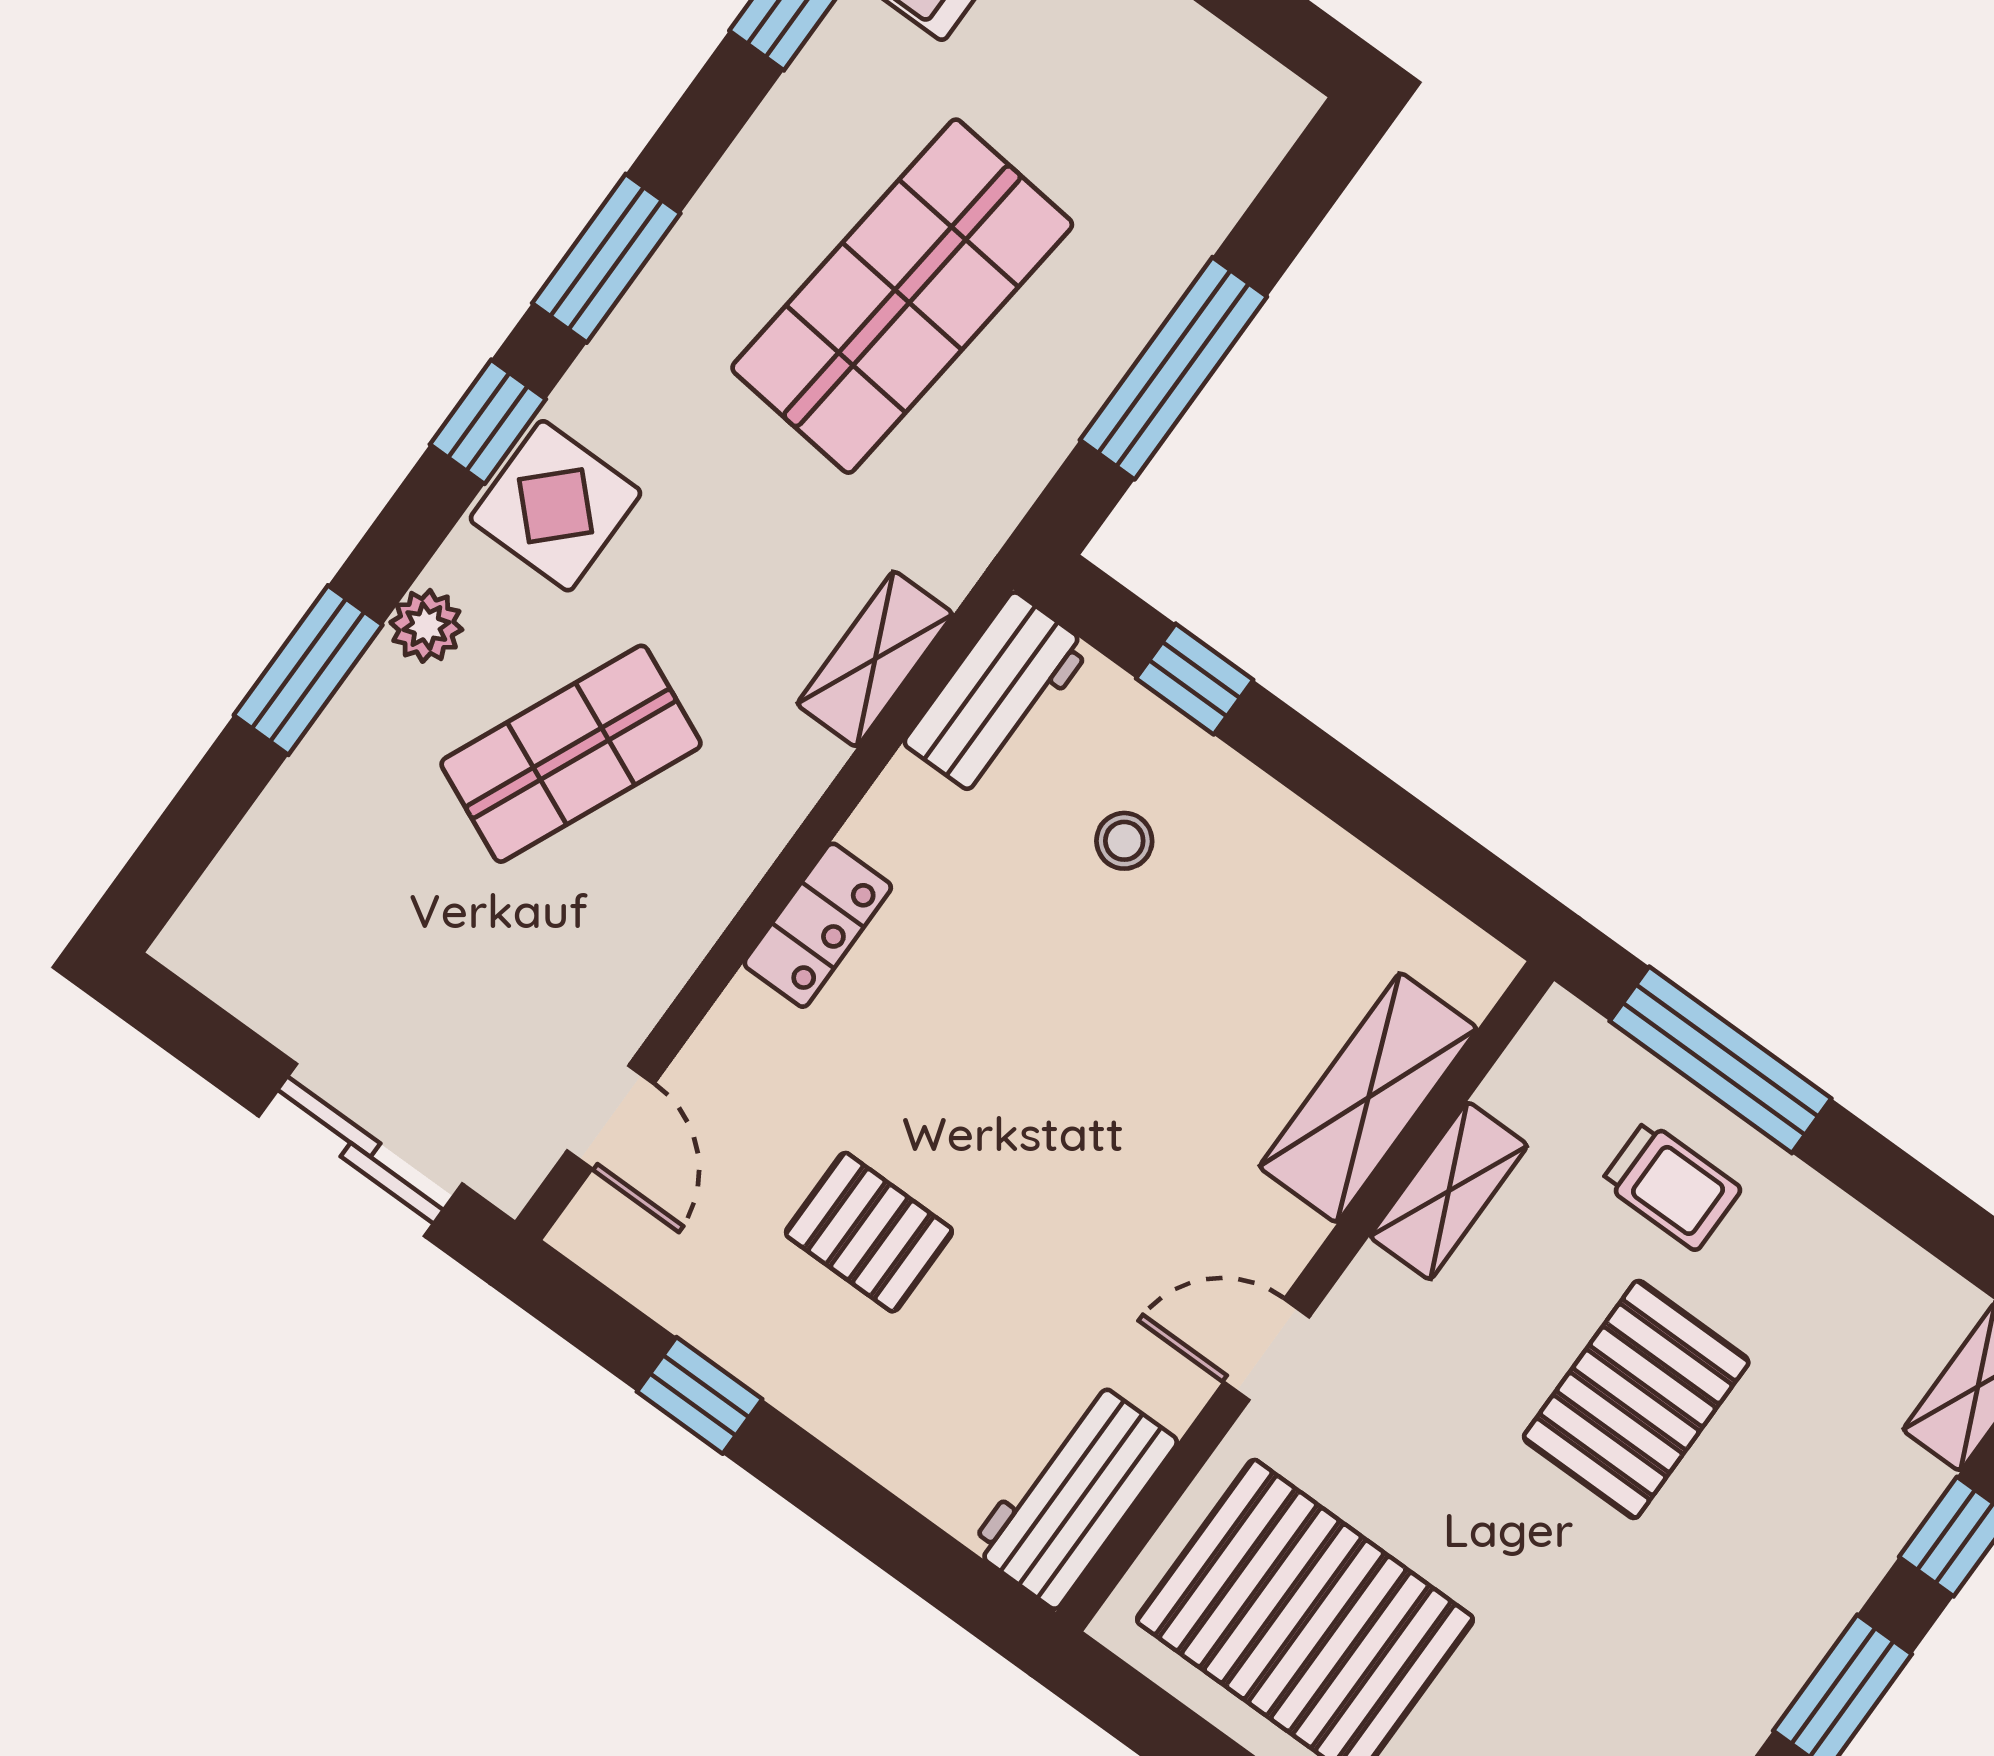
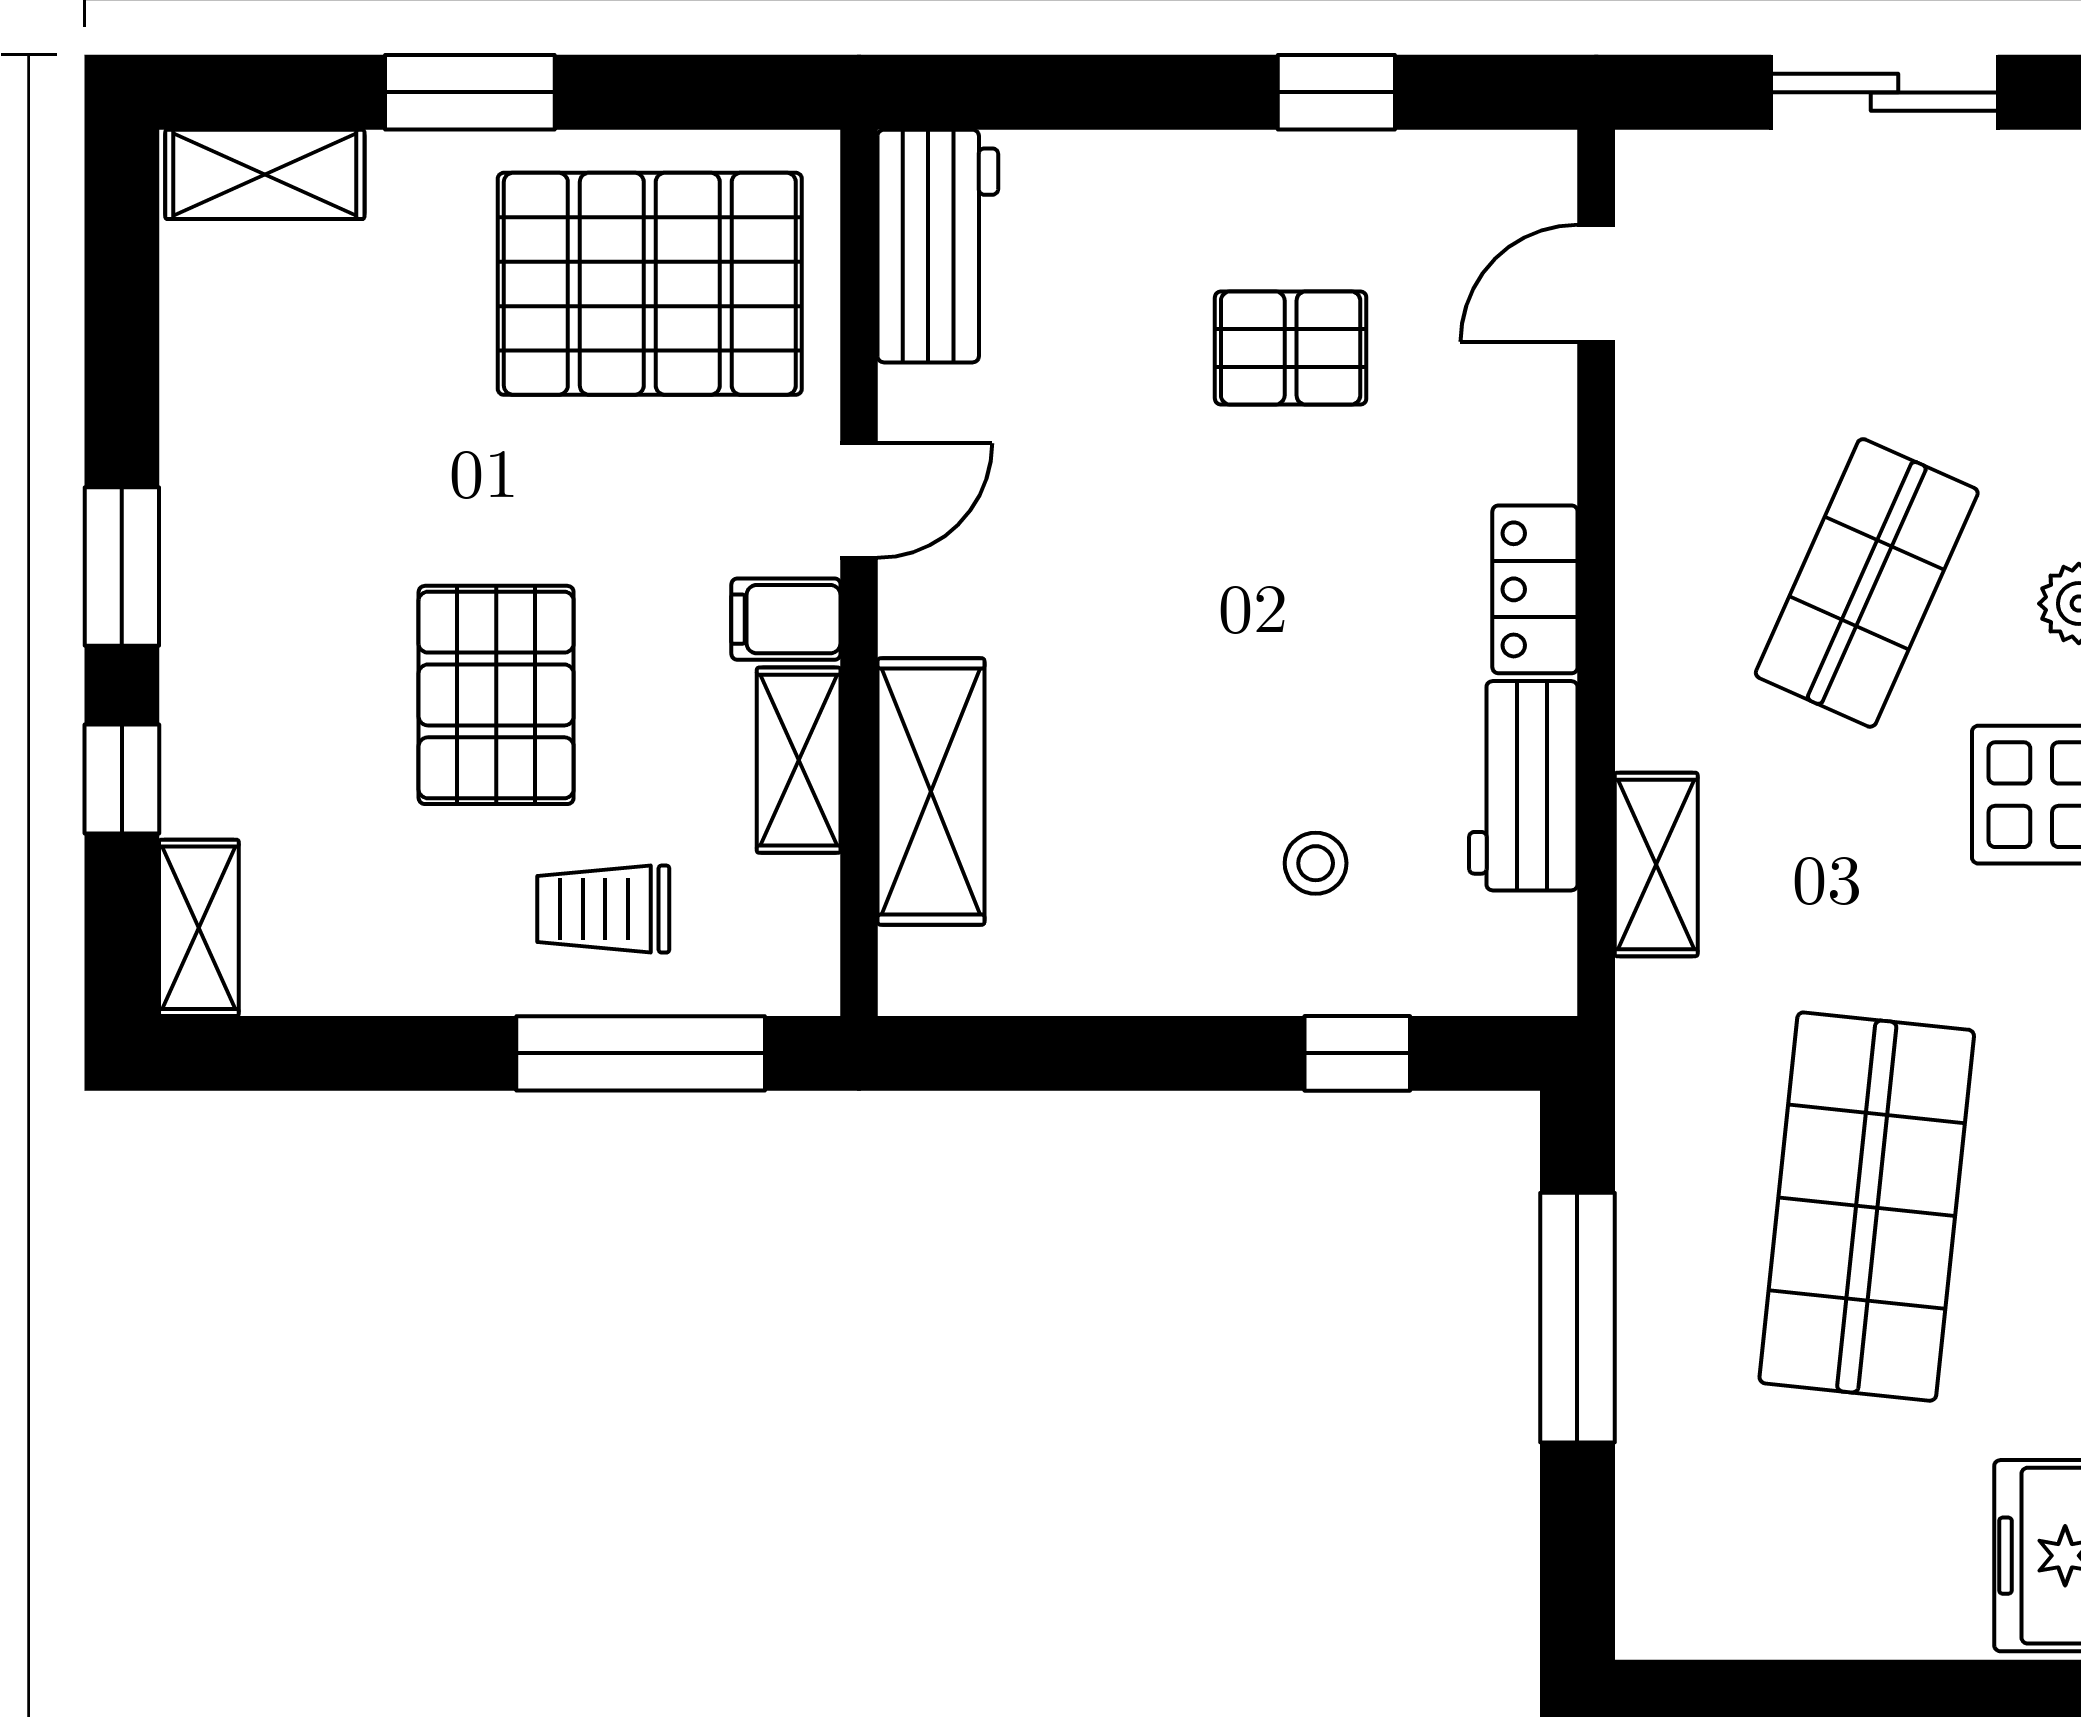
workbench: (997, 695) -> (1523, 786), moved
door: (610, 1117) -> (1596, 283), hinge flipped
sliding door: (361, 1150) -> (1885, 92), moved
filing cabinet: (1383, 1301) -> (786, 619), added

